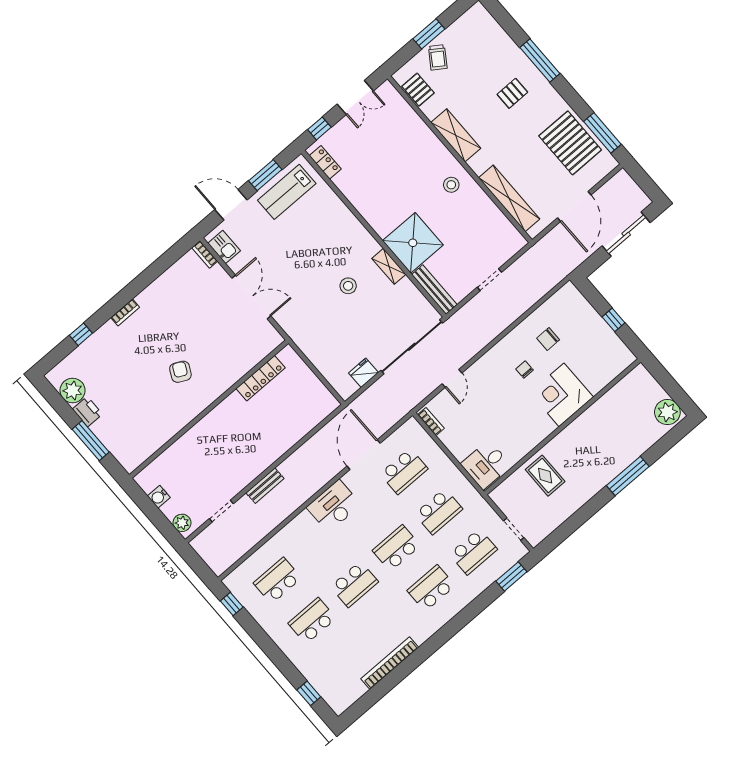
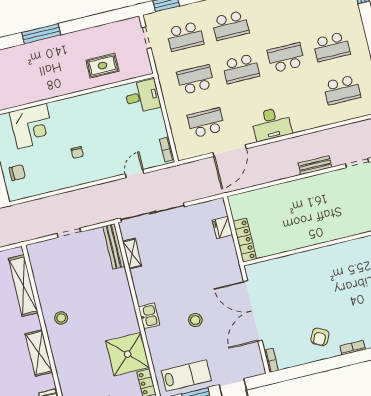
shower: (413, 243) -> (128, 354), moved
kitchen sink: (224, 247) -> (149, 316), moved, turned 180
shelving: (389, 266) -> (132, 254), moved
stool: (348, 286) -> (195, 320), moved
double door: (251, 297) -> (253, 311), width x1.36
chair: (548, 339) -> (17, 173), moved
armchair: (180, 372) -> (320, 337), moved
fridge: (364, 373) -> (222, 228), moved, turned 90
locker: (261, 378) -> (245, 240), moved, turned 90
corner desk: (562, 395) -> (32, 126), moved
rug: (545, 476) -> (102, 66), turned 90
school desk: (473, 552) -> (185, 36), turned 180

